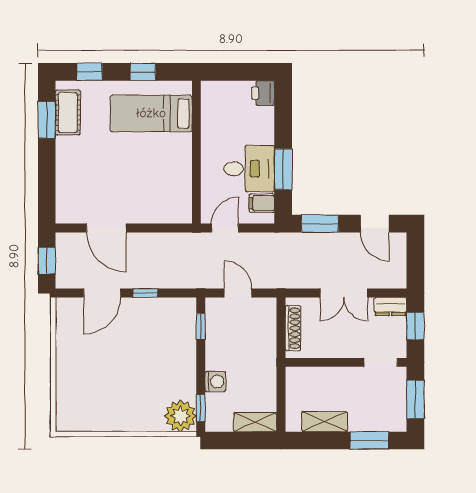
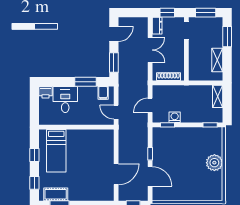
desk: (249, 169) -> (65, 99), moved
washing machine: (215, 382) -> (175, 117), moved
plant: (181, 416) -> (214, 163), moved

